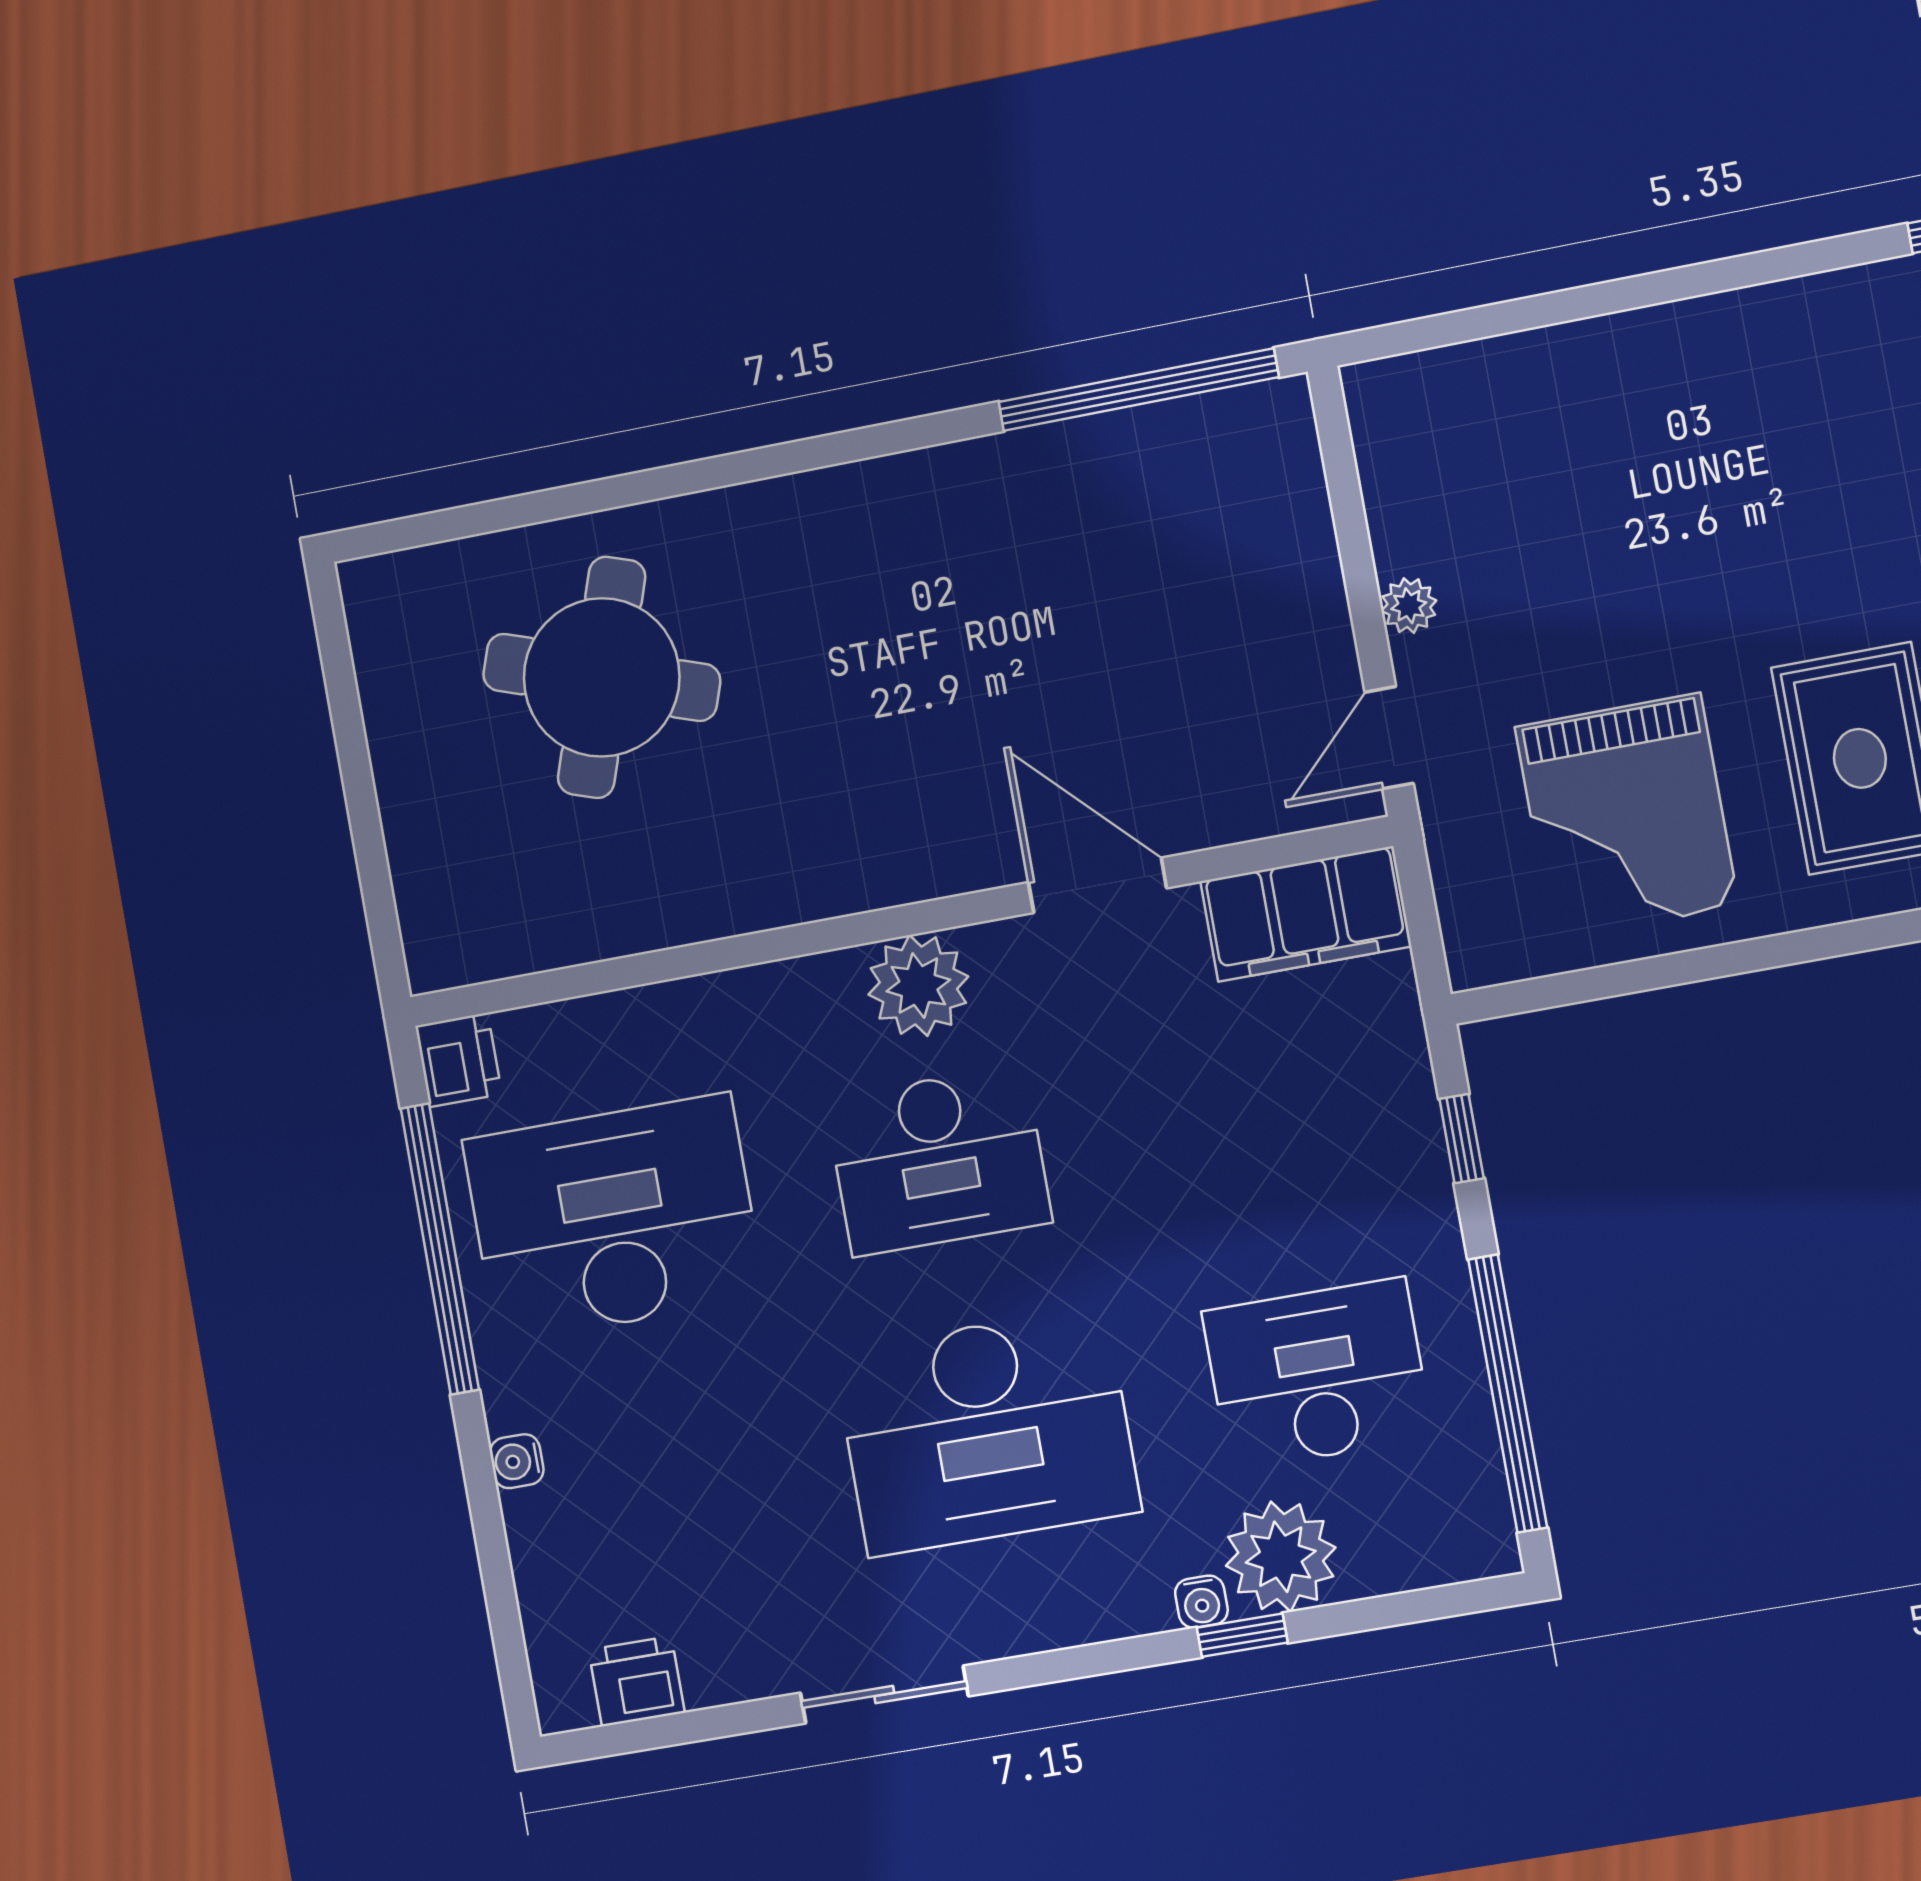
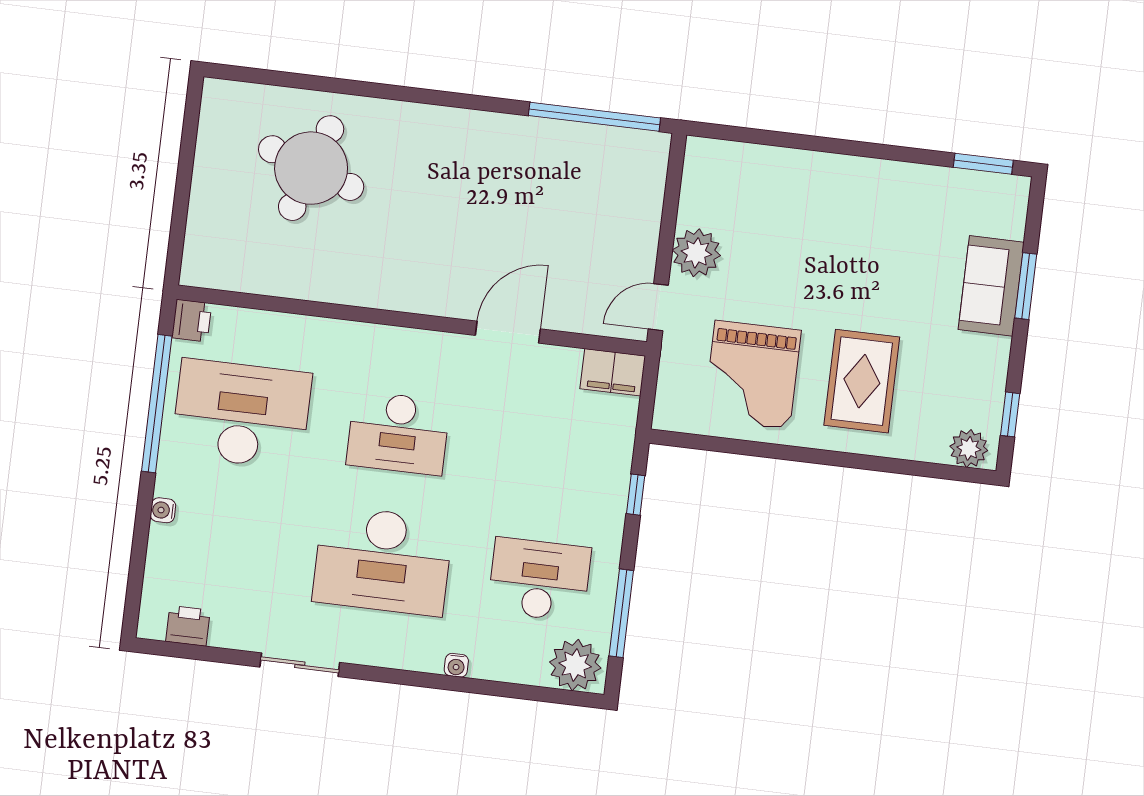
plant: (1409, 606) -> (696, 253), width x1.87, depth x1.87
door: (1097, 885) -> (508, 332), hinge flipped
filing cabinet: (1306, 914) -> (613, 372), width x0.67, depth x0.86
plant: (918, 986) -> (413, 352), removed
window: (1508, 1393) -> (621, 613), width x0.68
plant: (1281, 1557) -> (575, 665), moved
window: (1242, 1635) -> (470, 685), removed

